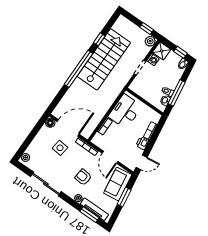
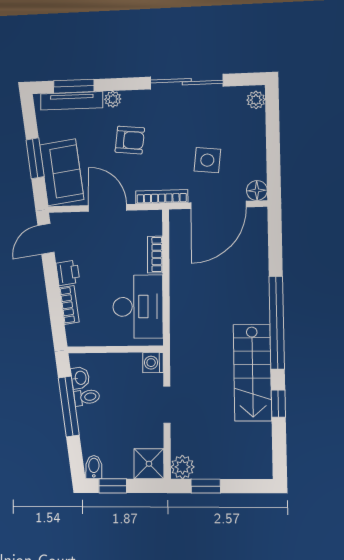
stairs: (104, 59) -> (252, 372), width x0.73, depth x0.66
washing machine: (153, 60) -> (153, 363), moved

